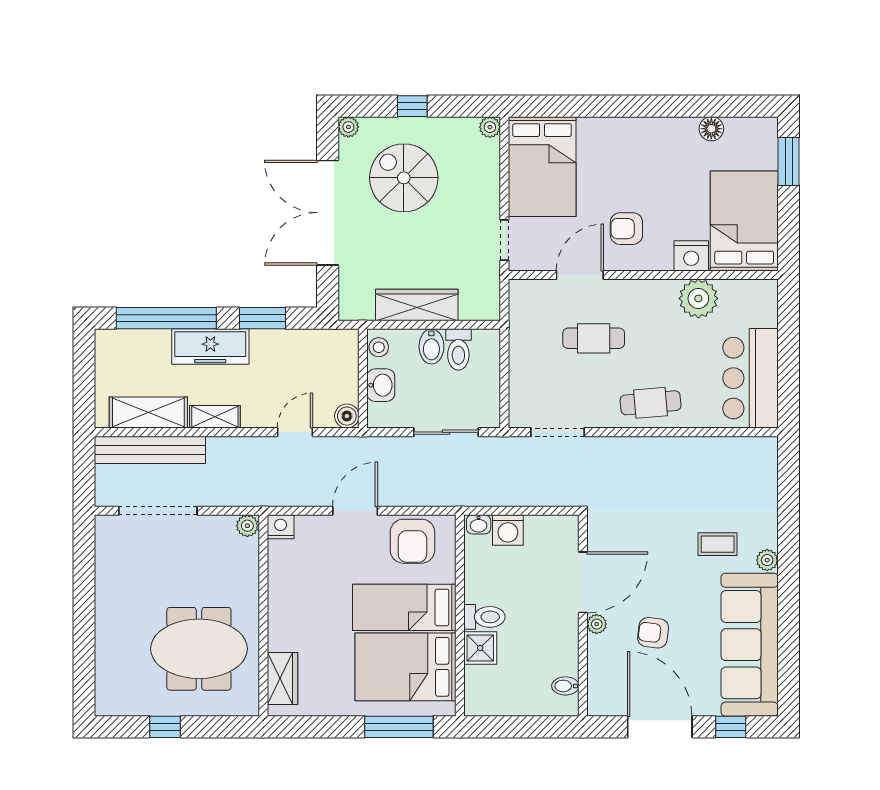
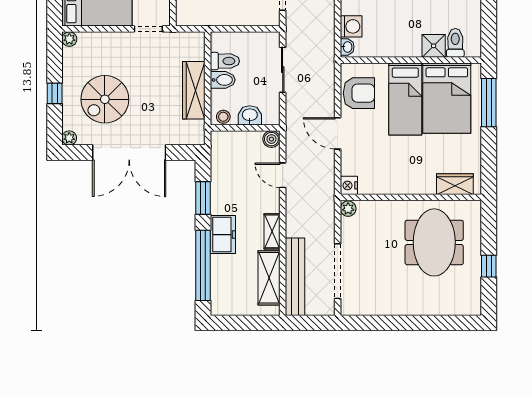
freezer: (210, 347) -> (223, 235), width x0.71
toilet: (484, 617) -> (455, 43), moved

